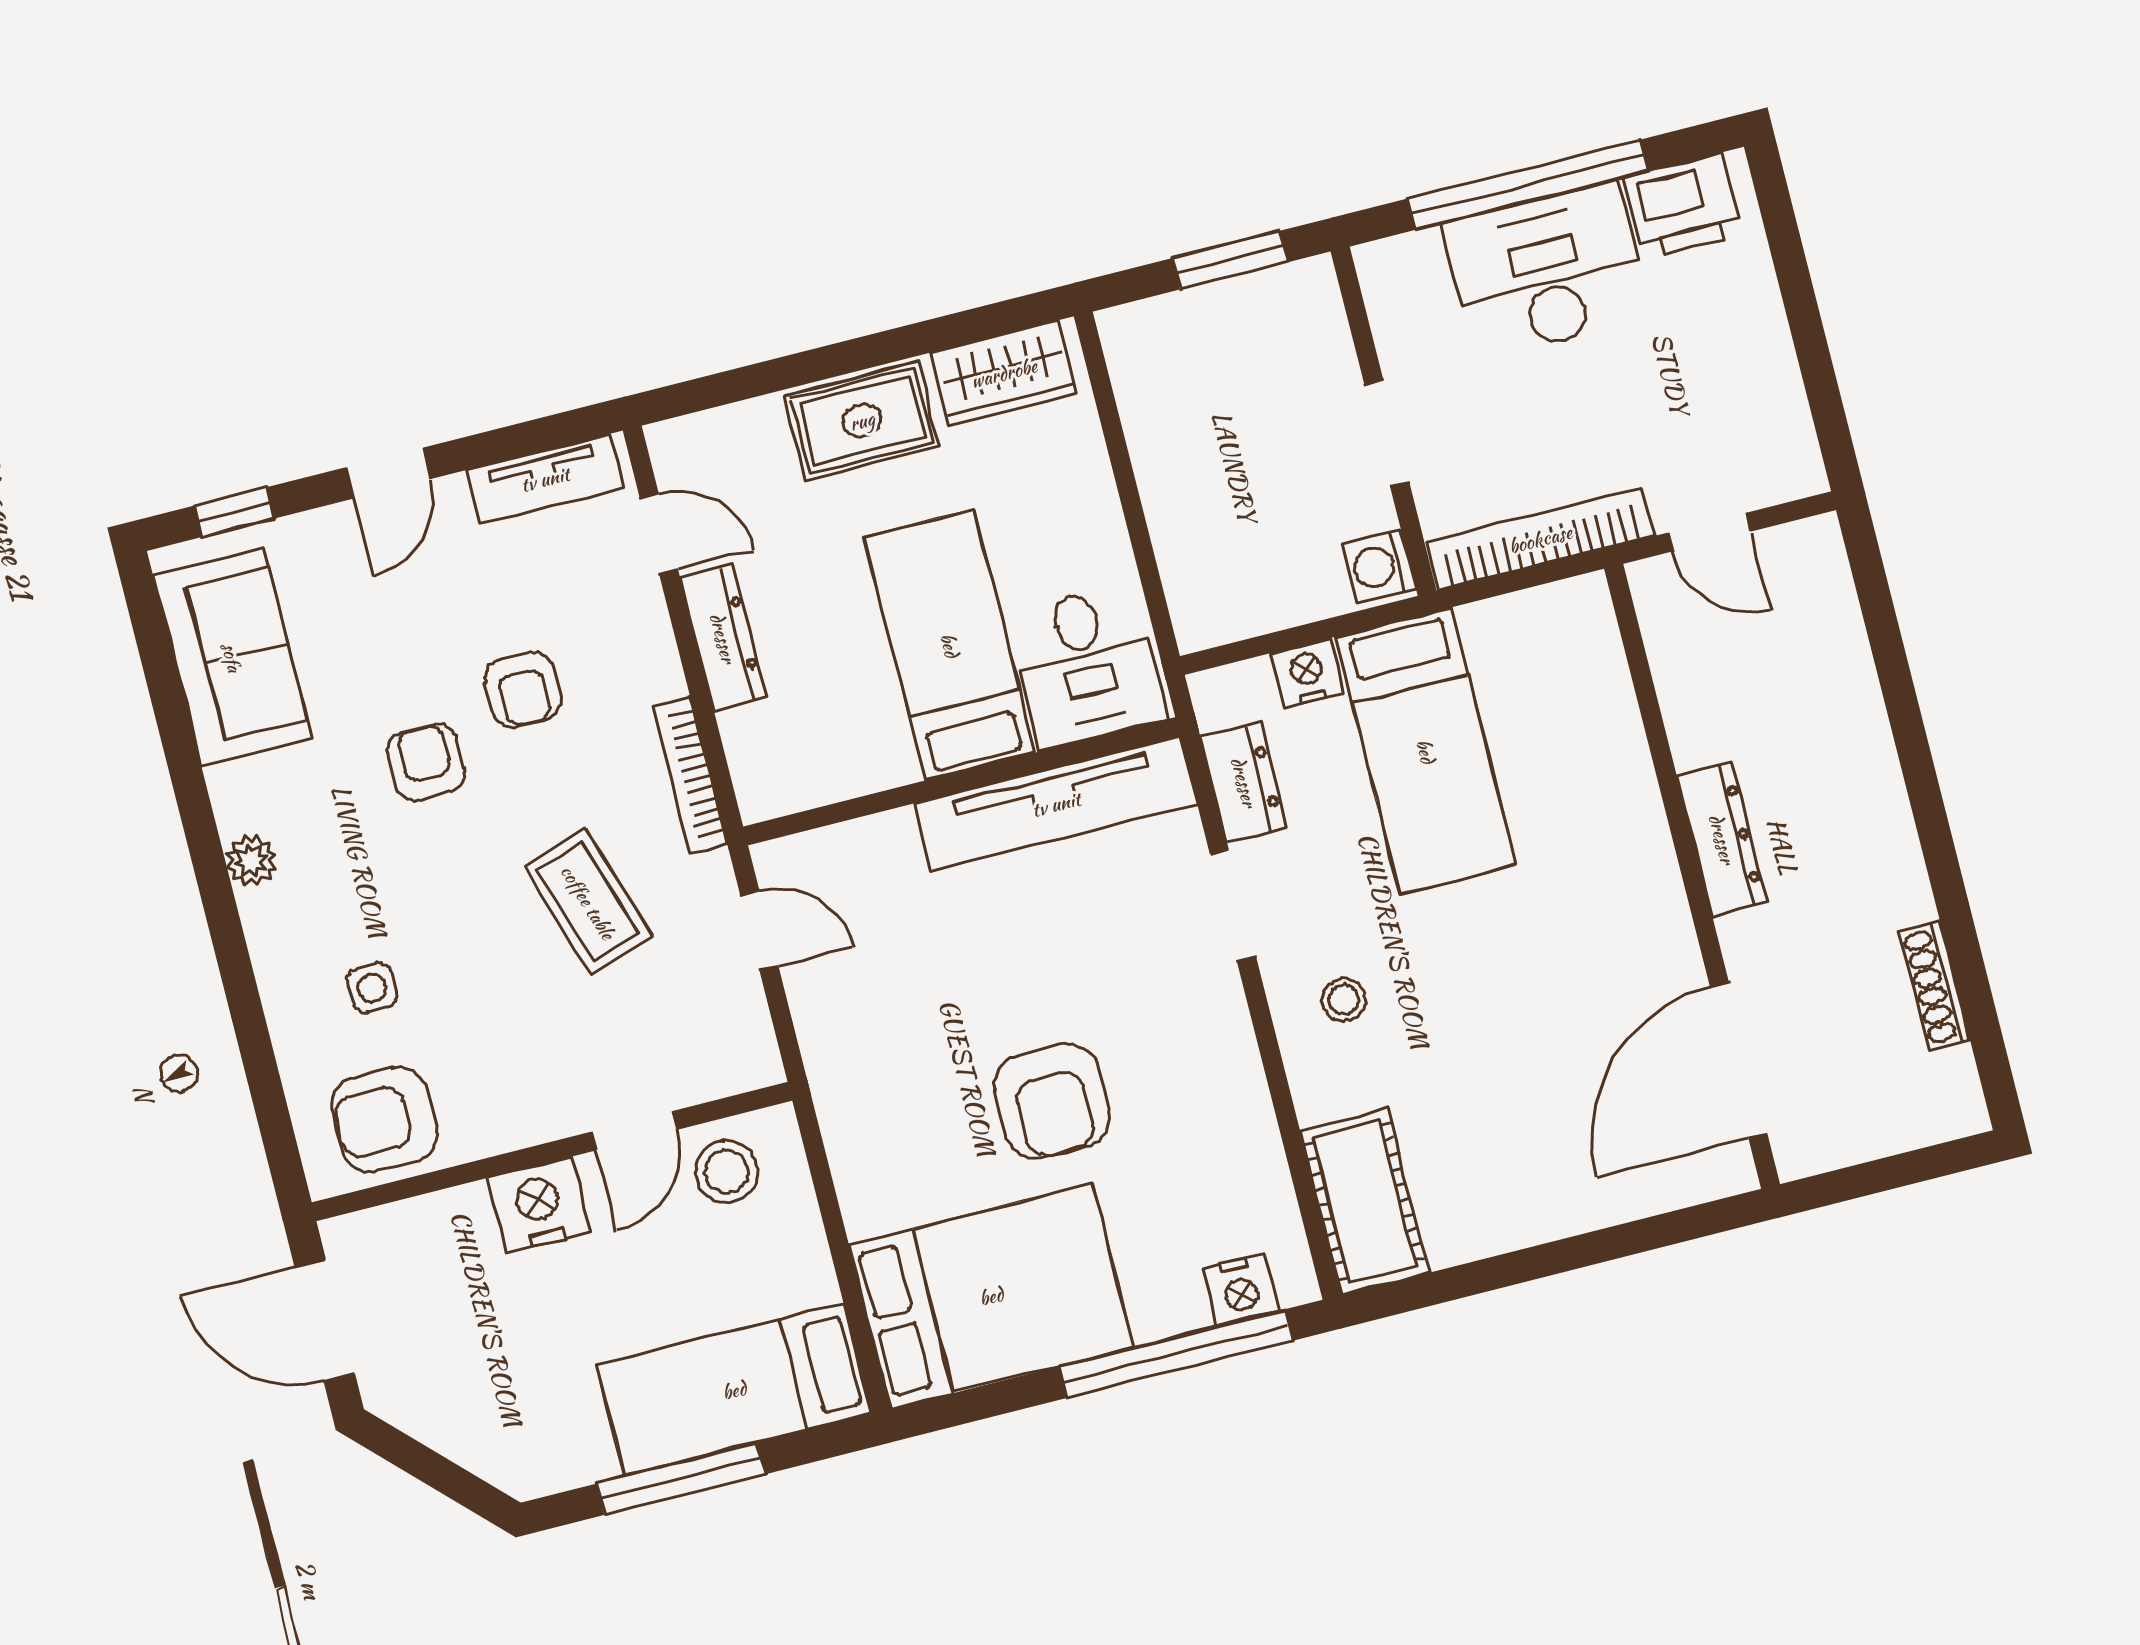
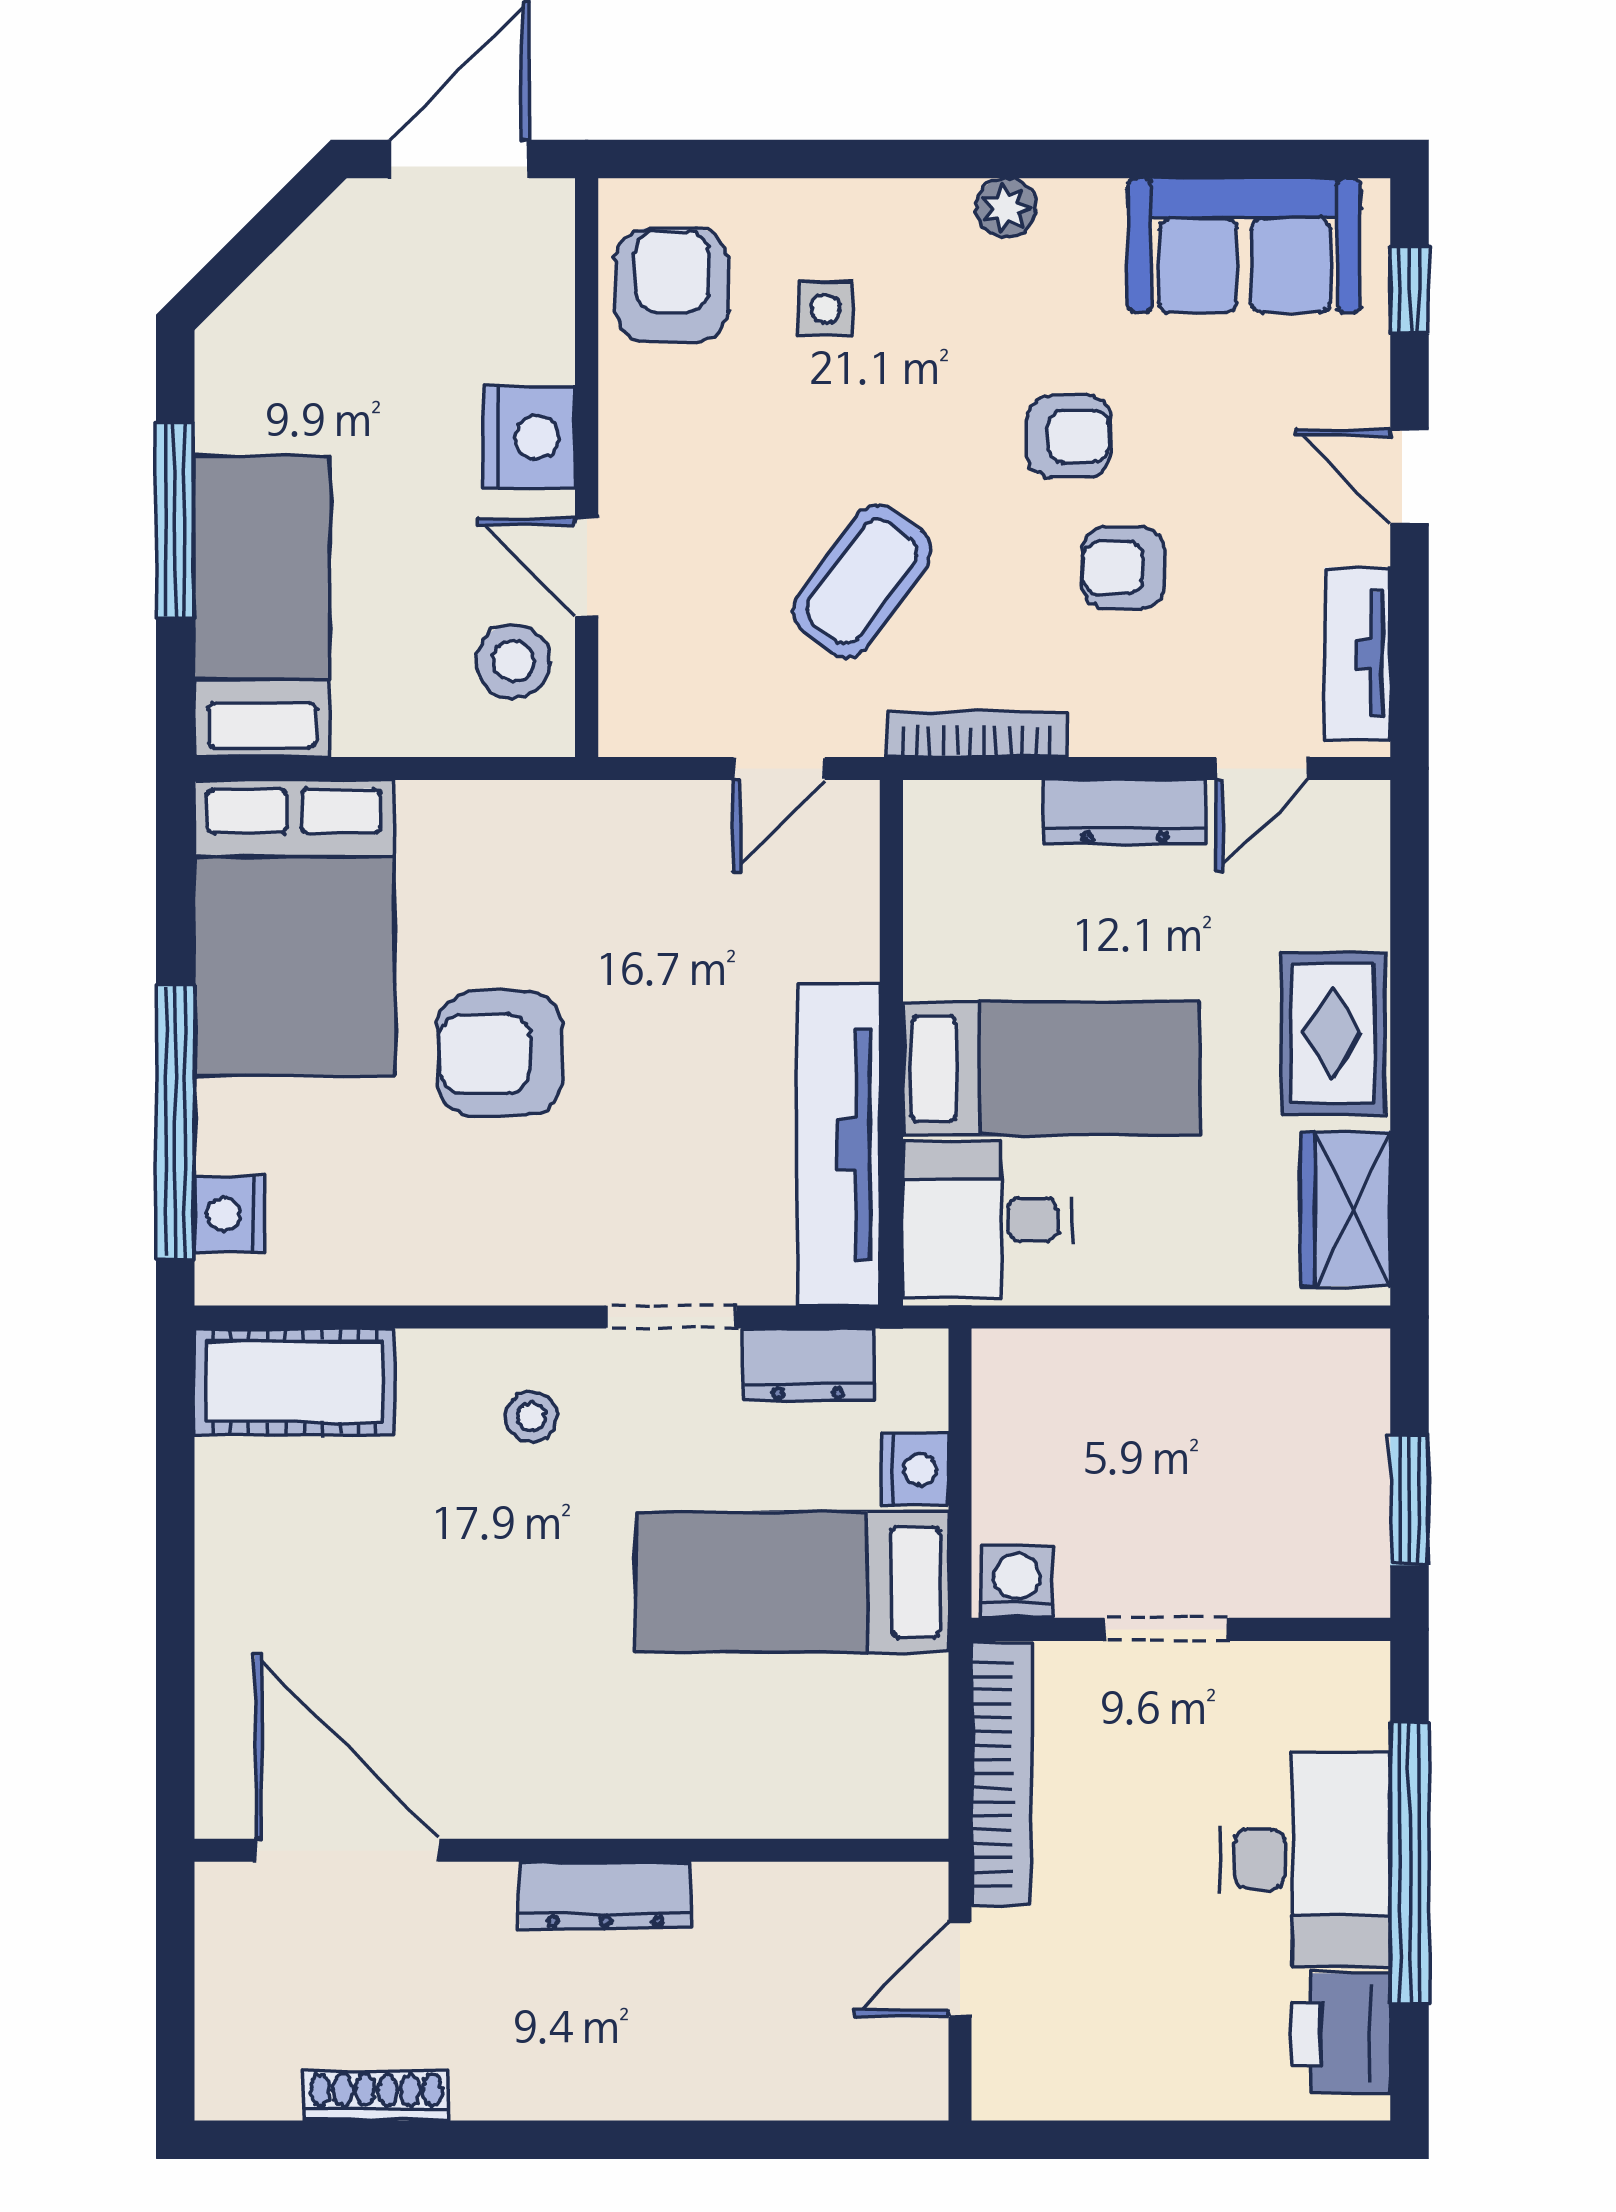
coffee table: (588, 902) -> (862, 581), turned -36

